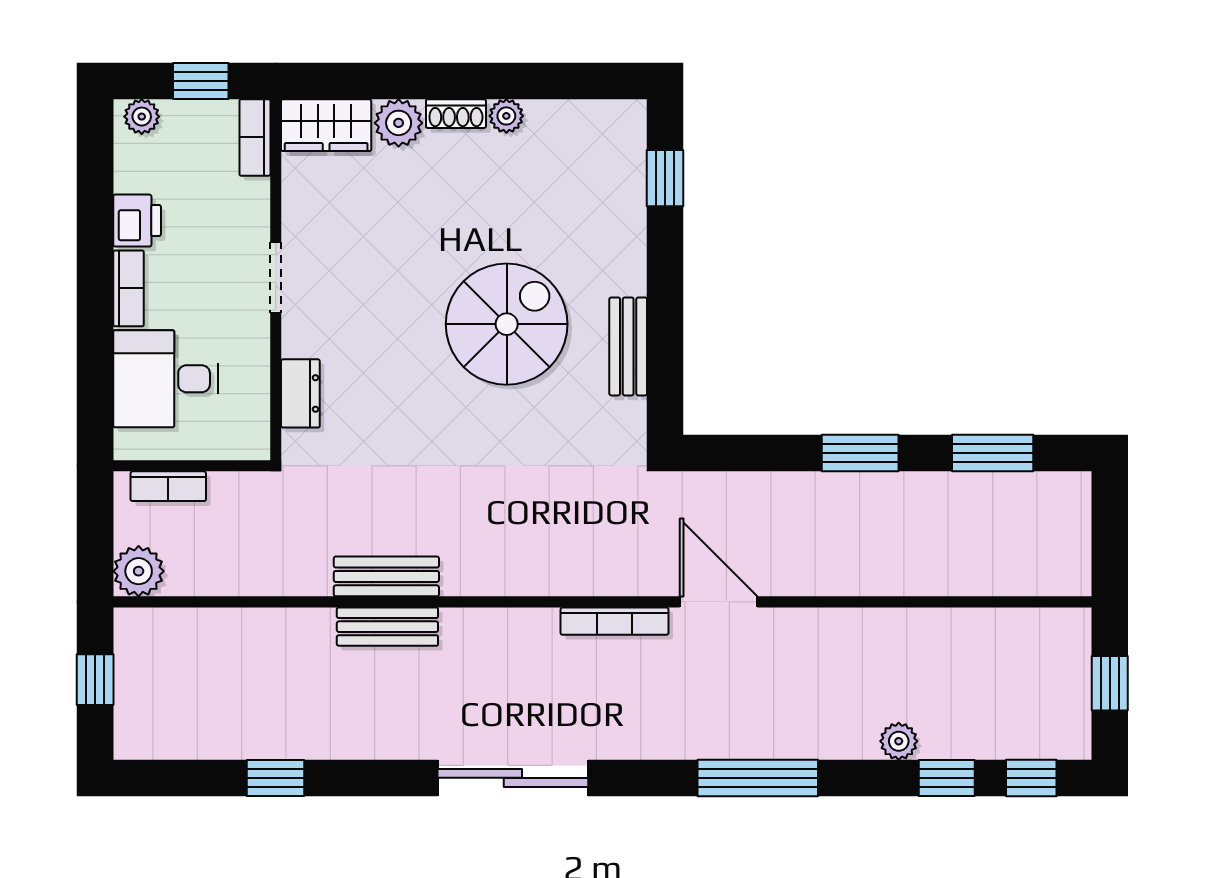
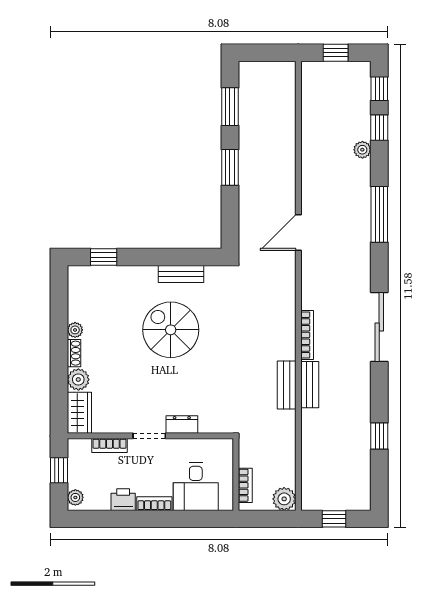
bookcase: (255, 137) -> (110, 445), moved
dresser: (300, 393) -> (182, 425), moved
bookcase: (615, 621) -> (307, 335), moved

